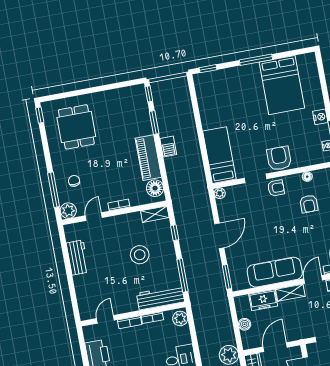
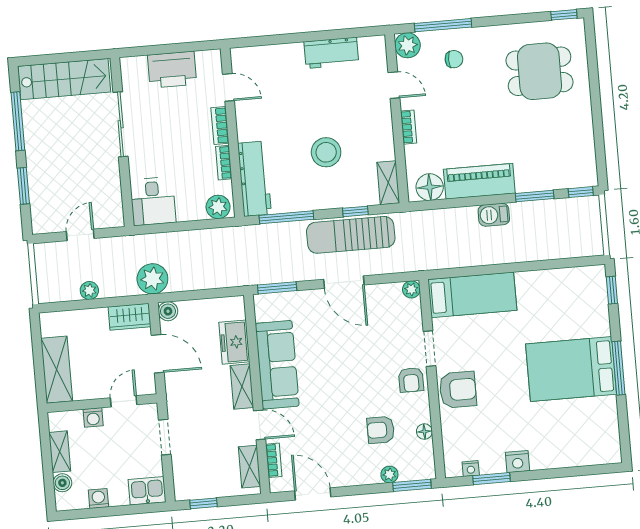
bed: (282, 85) -> (571, 369), moved
sun lounger: (190, 234) -> (351, 235), added
boiler: (245, 324) -> (168, 311), moved

